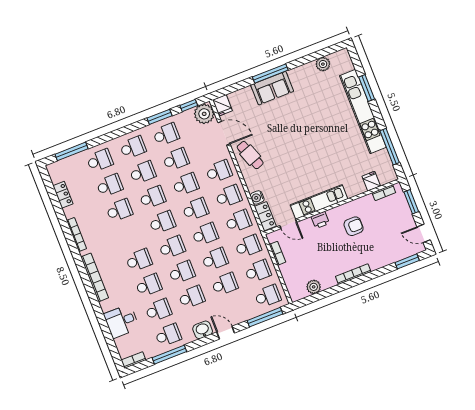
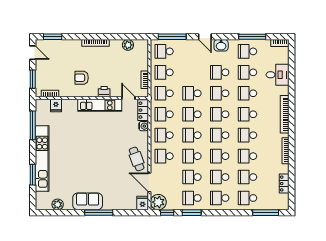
sofa: (272, 88) -> (88, 201), moved
school desk: (225, 284) -> (248, 135), moved

